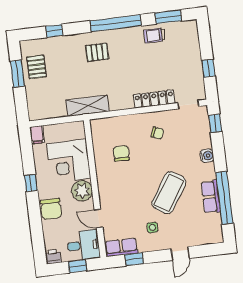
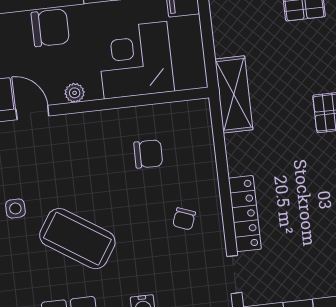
plant: (82, 191) -> (75, 93), width x0.53, depth x0.53
chair: (51, 209) -> (50, 28), turned 180
door: (99, 218) -> (32, 113), hinge flipped

